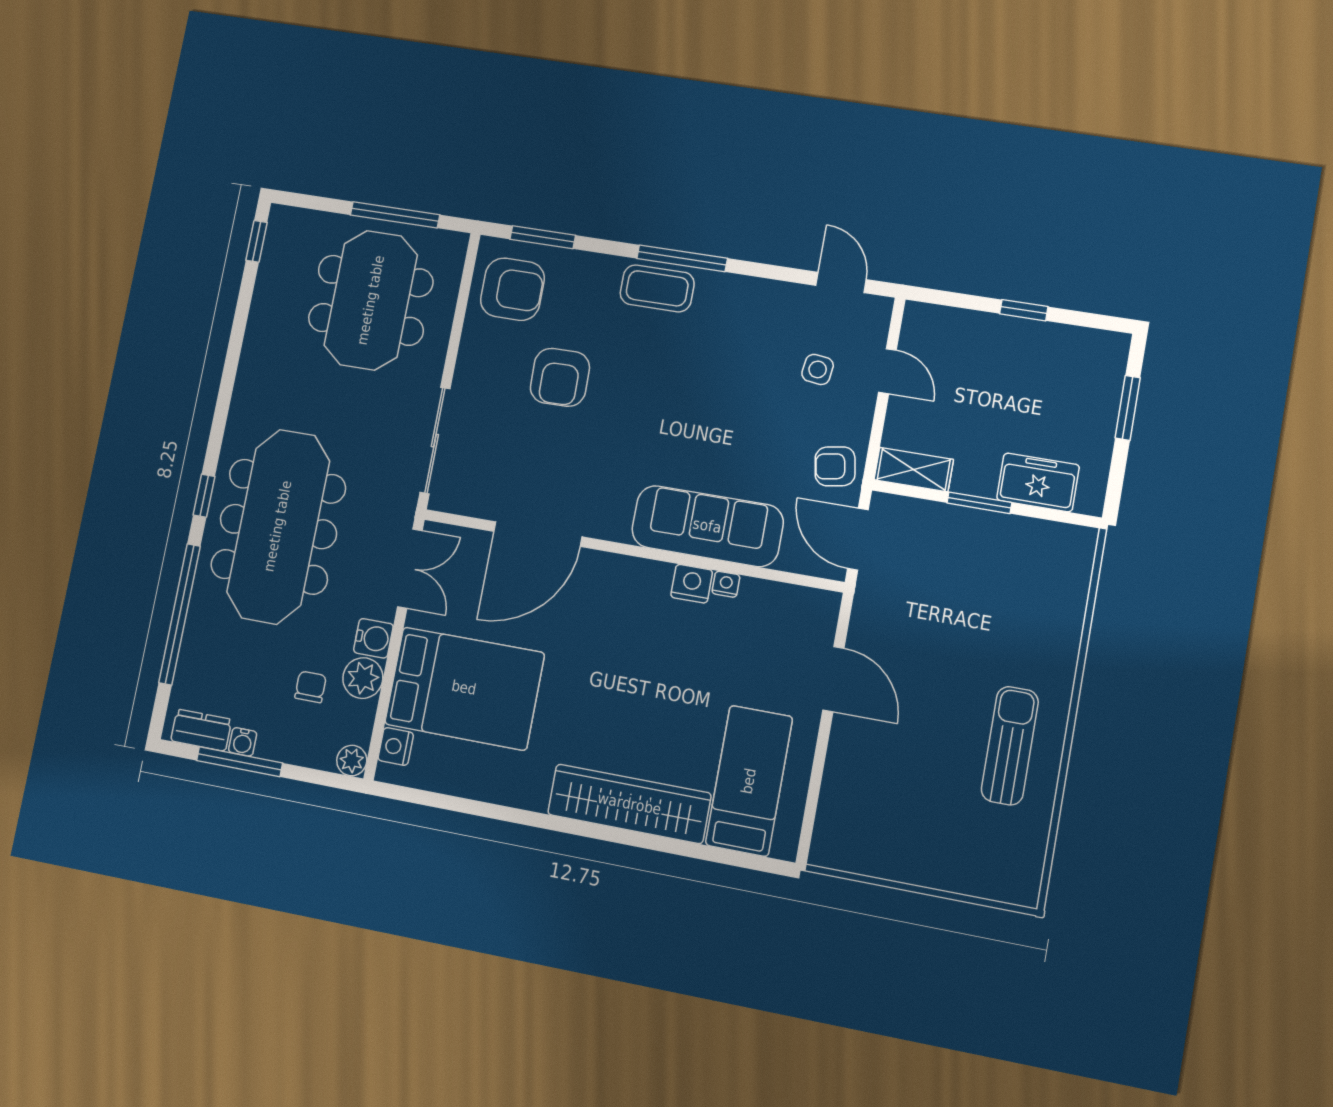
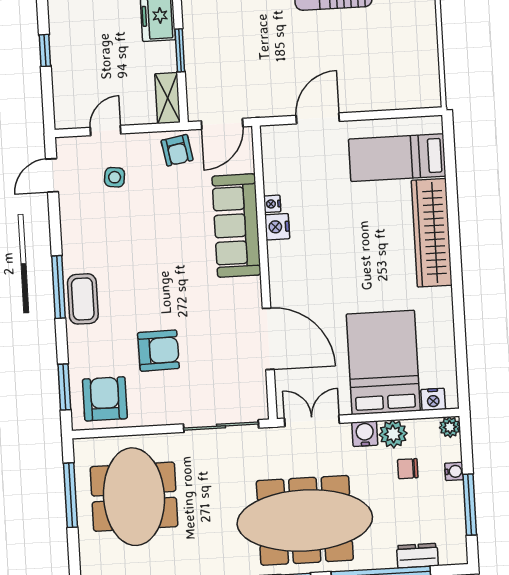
meeting table: (371, 300) -> (134, 497), turned 90
dresser: (201, 730) -> (417, 556), moved, turned 90
water cooler: (243, 742) -> (454, 471), moved

